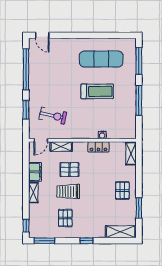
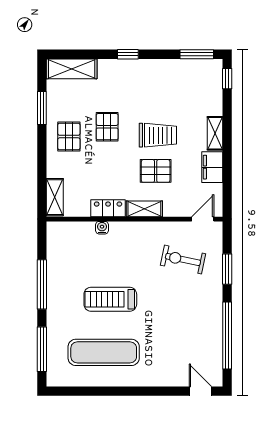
shelving: (61, 146) -> (144, 209), moved
pallet: (65, 218) -> (107, 127), moved

